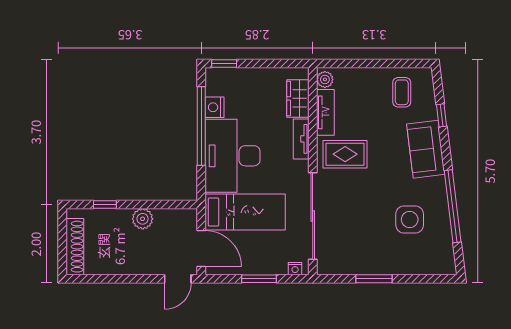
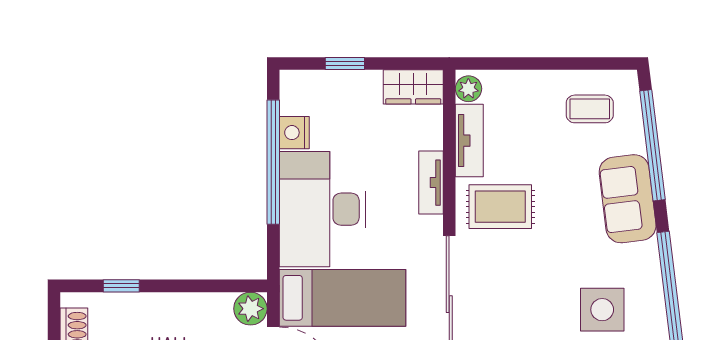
window: (224, 64) -> (345, 64), moved
coffee table: (402, 92) -> (590, 109), turned 90
wardrobe: (298, 98) -> (413, 87), moved, turned -90
window: (441, 115) -> (652, 145), width x3.17
plant: (143, 219) -> (250, 309), moved

